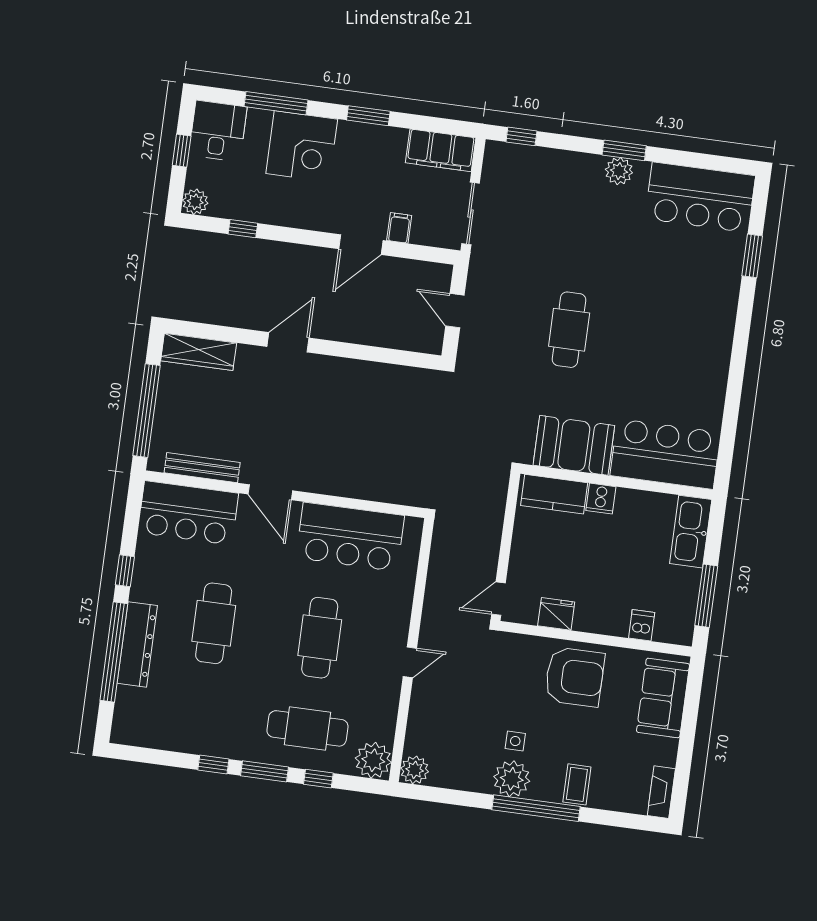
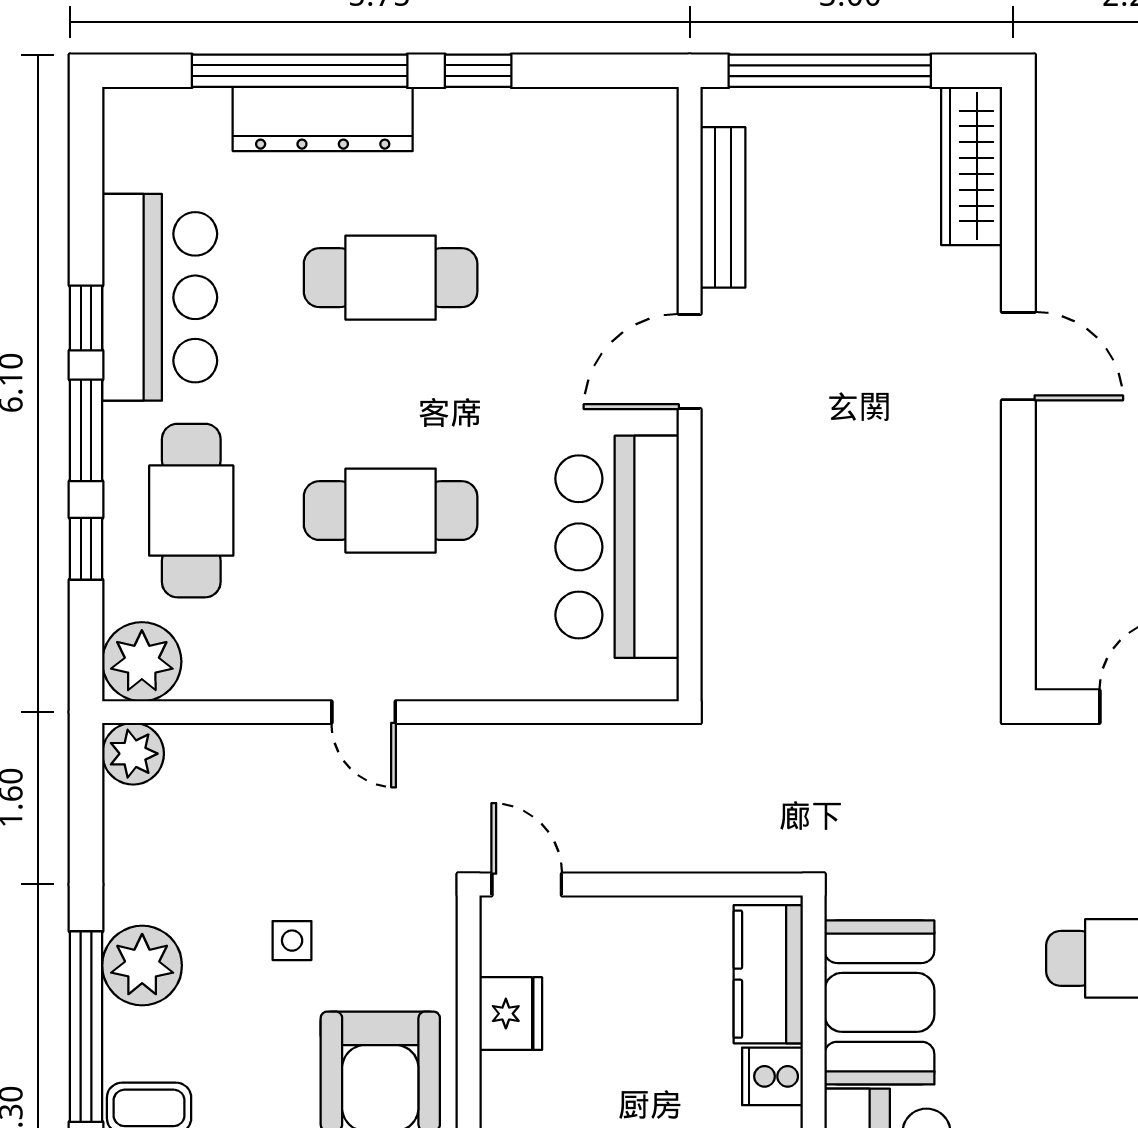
bar counter: (188, 513) -> (160, 297), moved, turned 180
side table: (515, 741) -> (292, 941), moved

